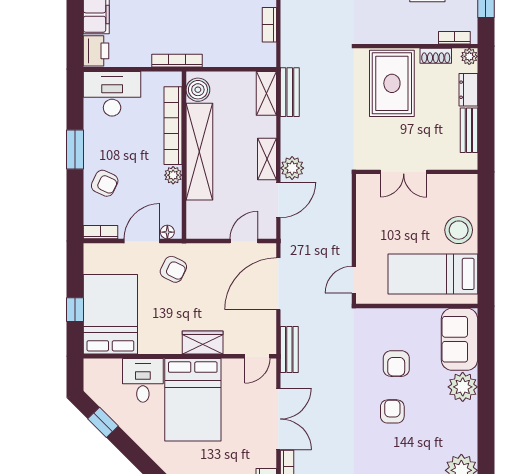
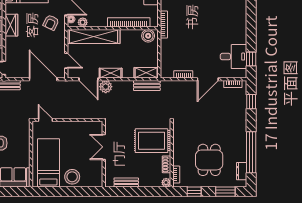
dresser: (468, 90) -> (148, 182), removed
shelving: (199, 152) -> (94, 37), moved
plant: (173, 175) -> (83, 22), moved
wardrobe: (203, 342) -> (11, 25), moved

